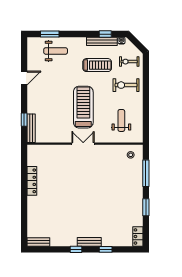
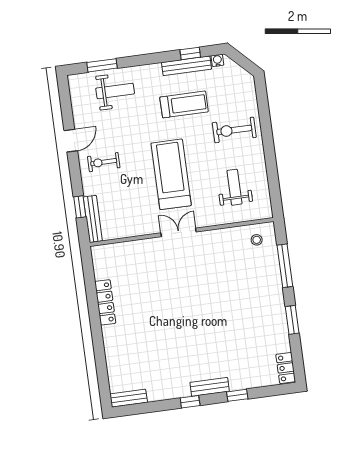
exercise bike: (129, 62) -> (104, 162), moved

